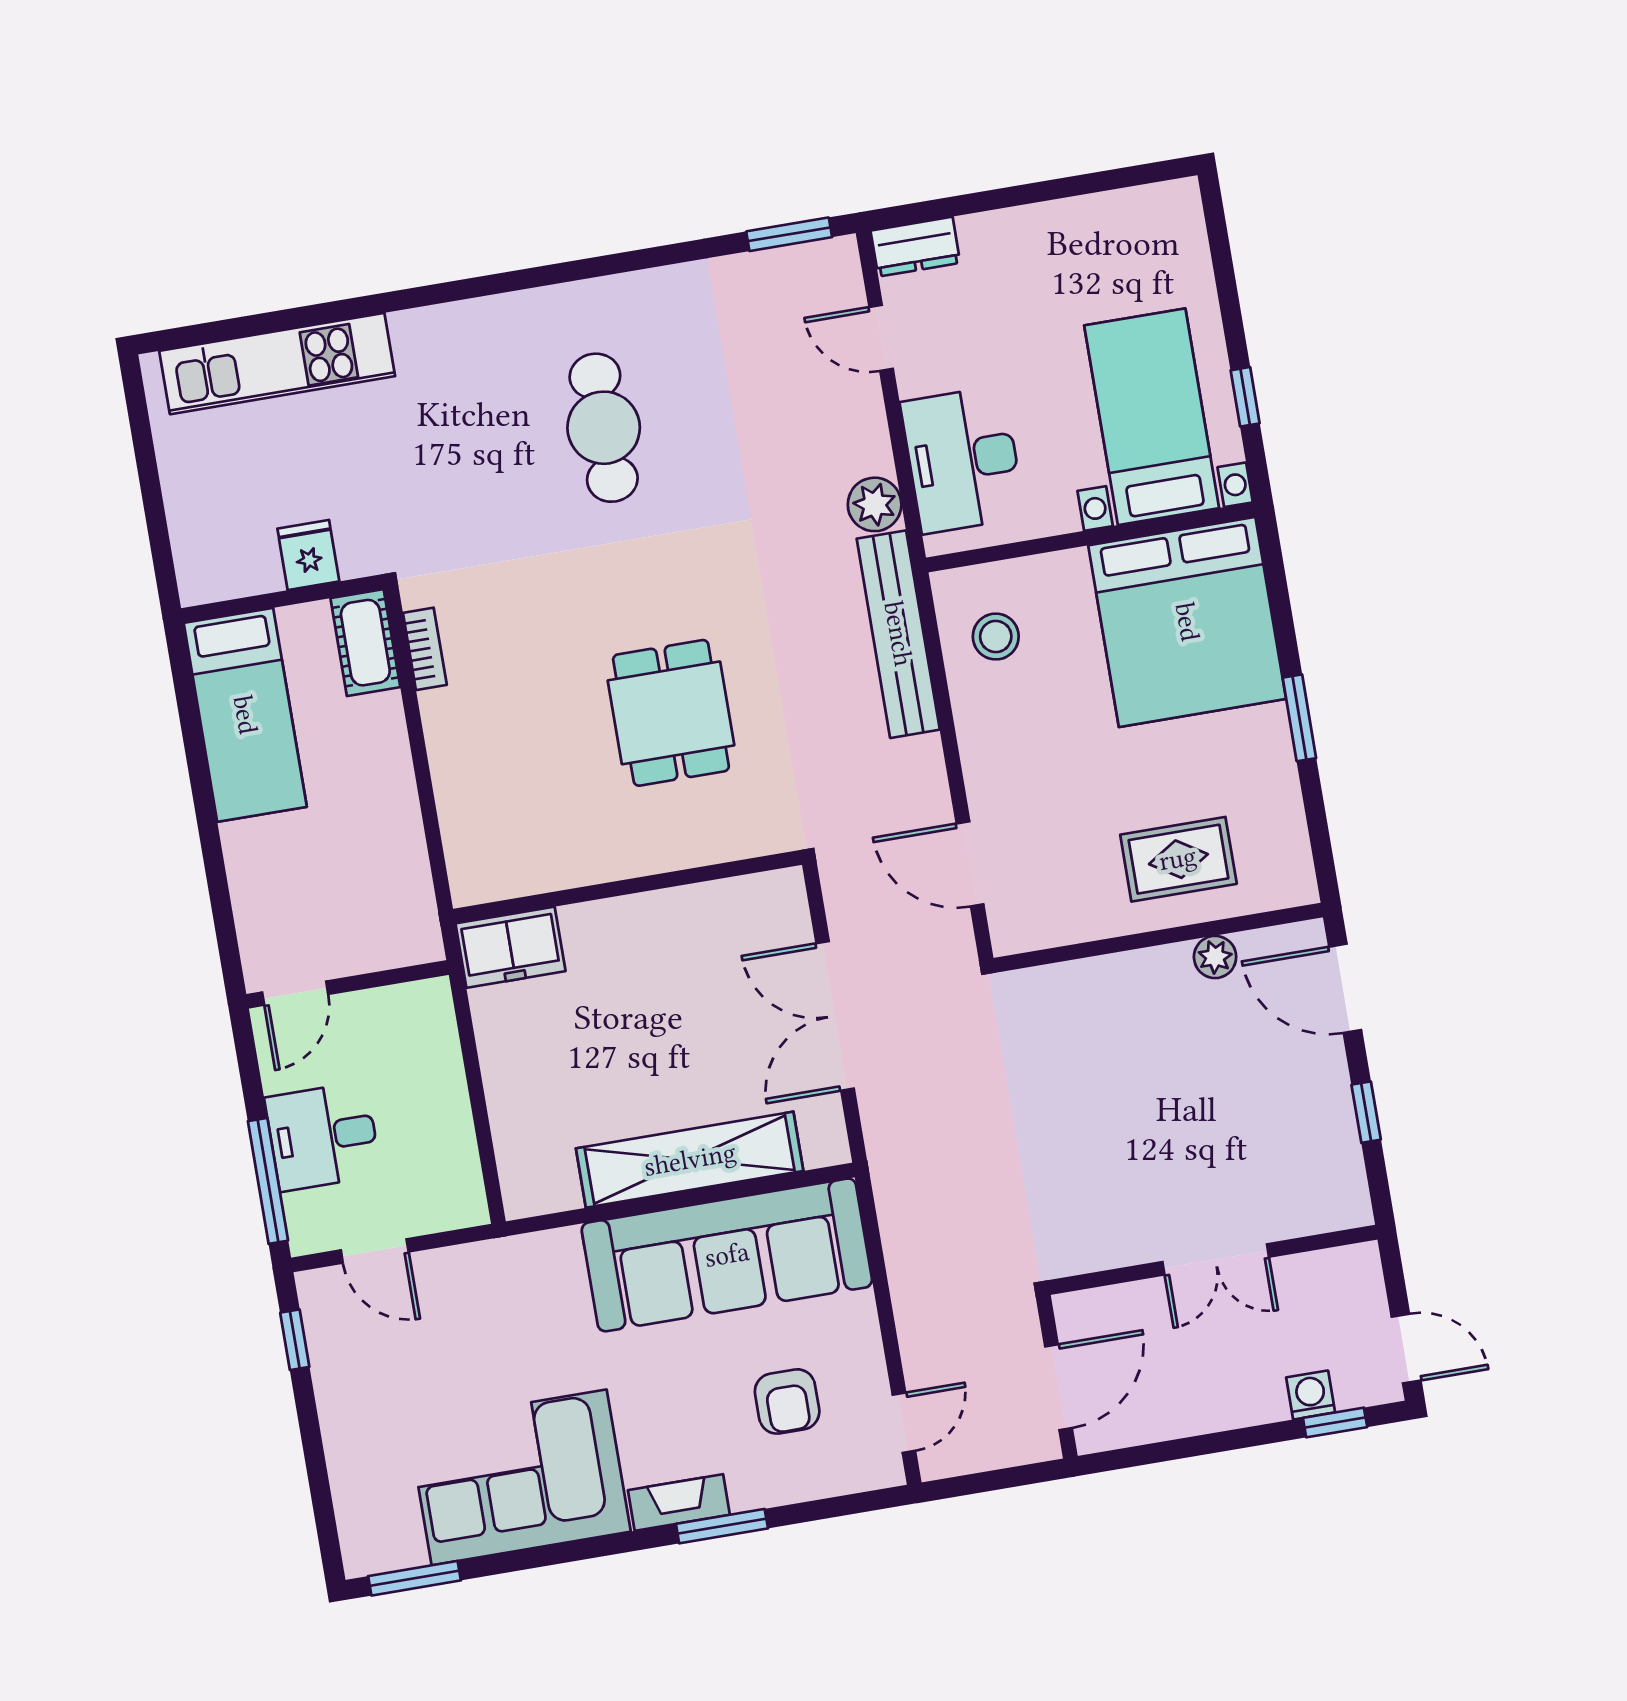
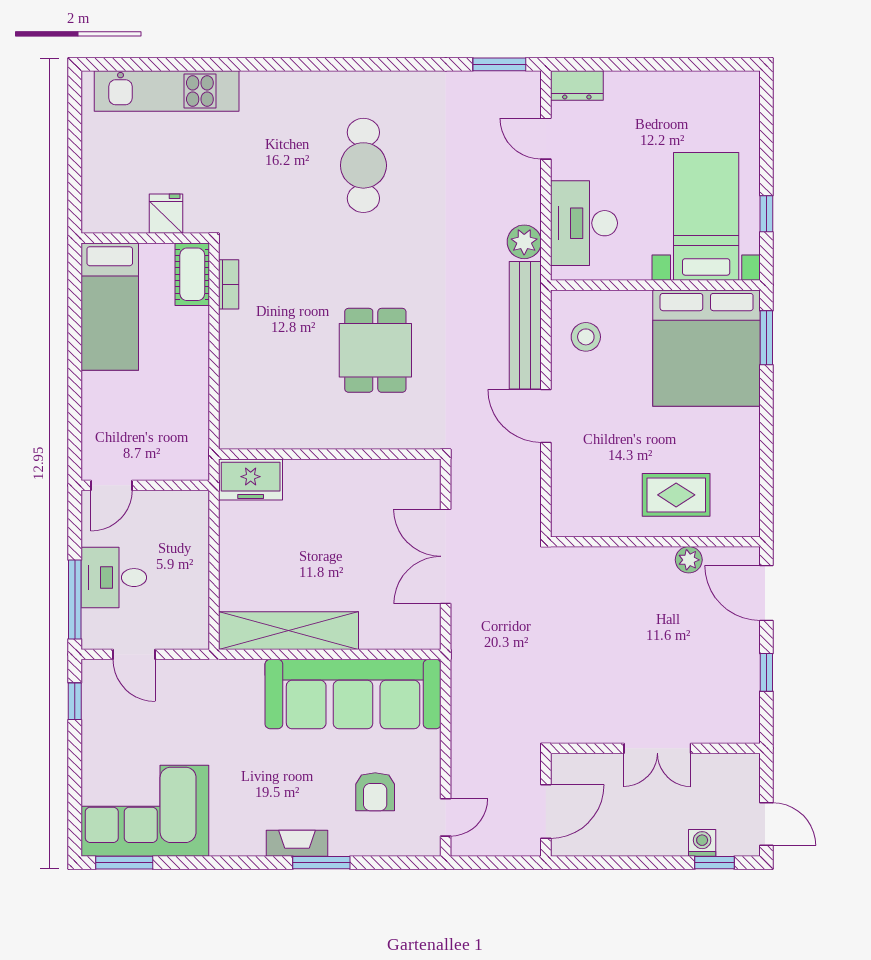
window: (1299, 718) -> (766, 338), moved
door: (970, 864) -> (546, 416), moved
shelving: (690, 1160) -> (289, 631), moved
corner sofa: (519, 1477) -> (145, 811), moved

